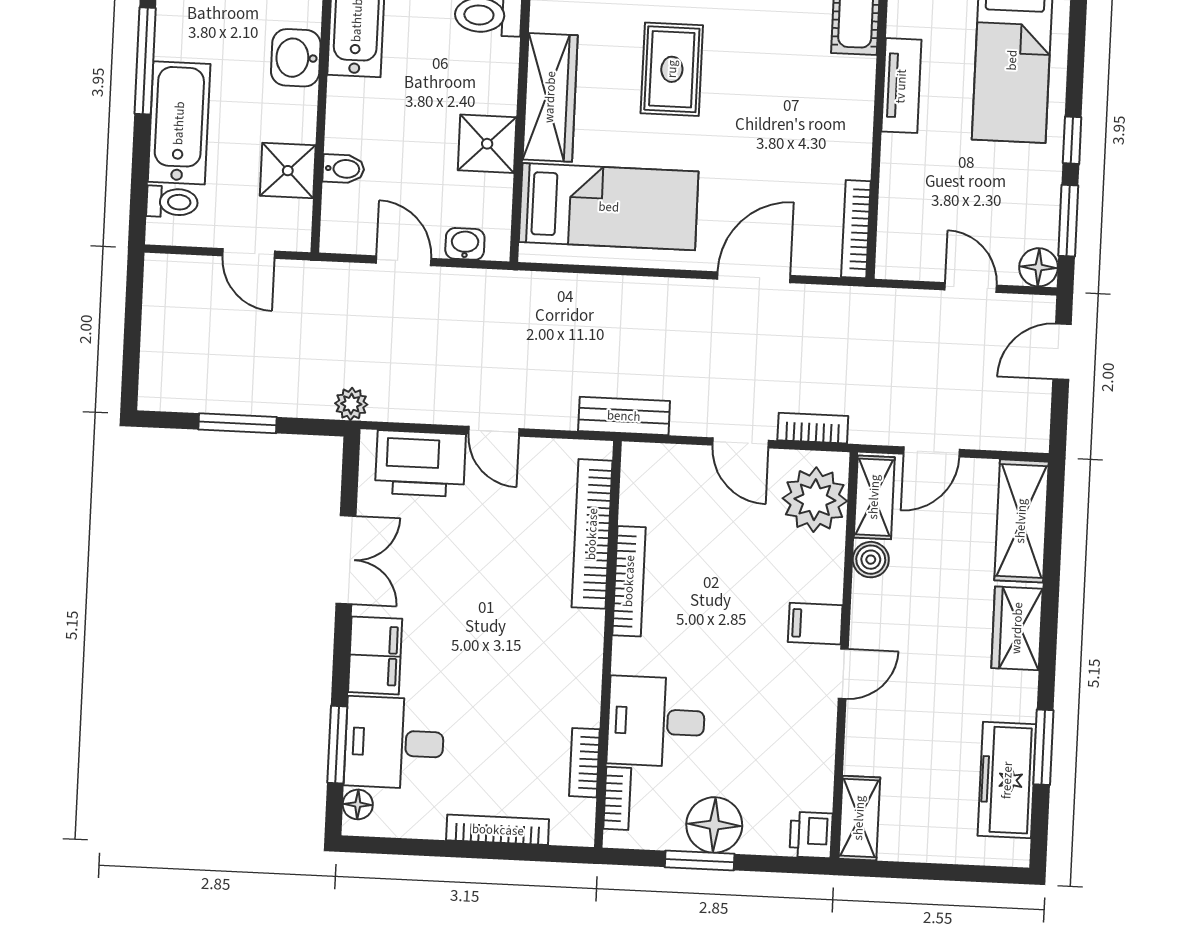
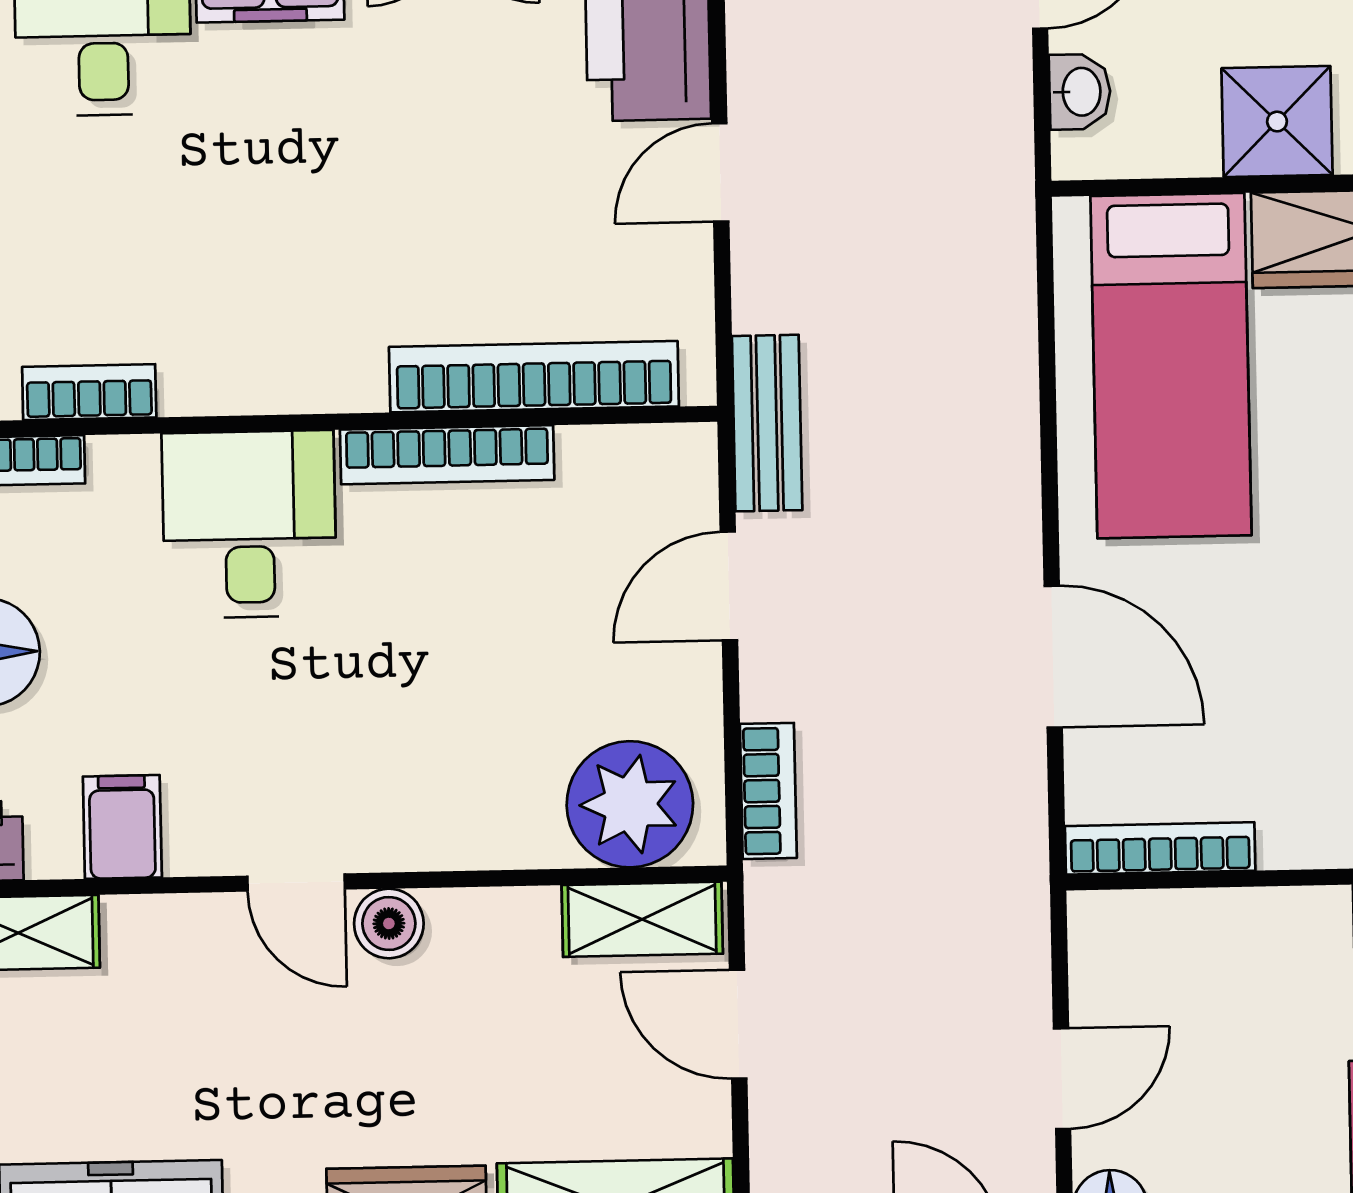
door: (740, 443) -> (729, 586), moved
boiler: (871, 560) -> (389, 923), moved
filing cabinet: (815, 624) -> (122, 827), moved
desk: (656, 721) -> (249, 524), moved

